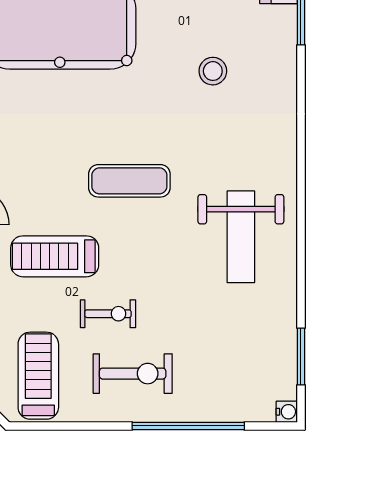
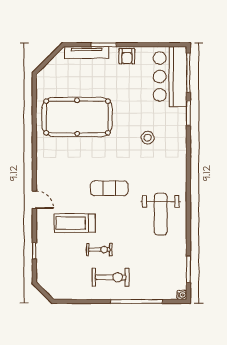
treadmill: (38, 376) -> (67, 278), removed

